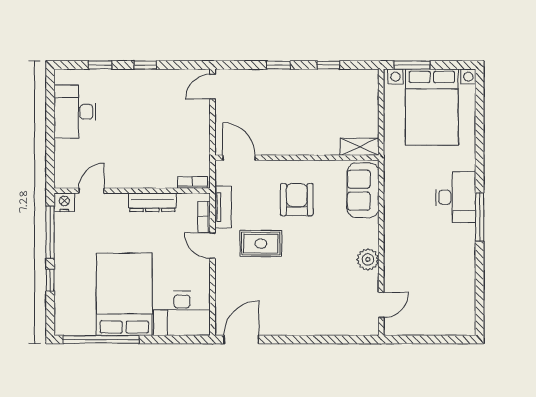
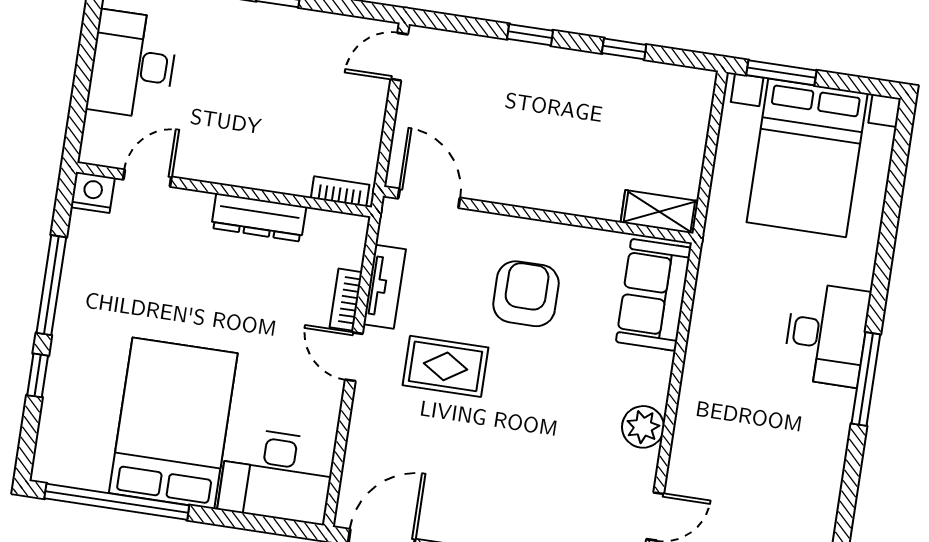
bookcase: (192, 182) -> (340, 191), moved
door: (92, 191) -> (147, 178), moved
wall: (132, 191) -> (224, 190), moved
nightstand: (64, 202) -> (93, 192), moved
dresser: (152, 202) -> (259, 217), moved

